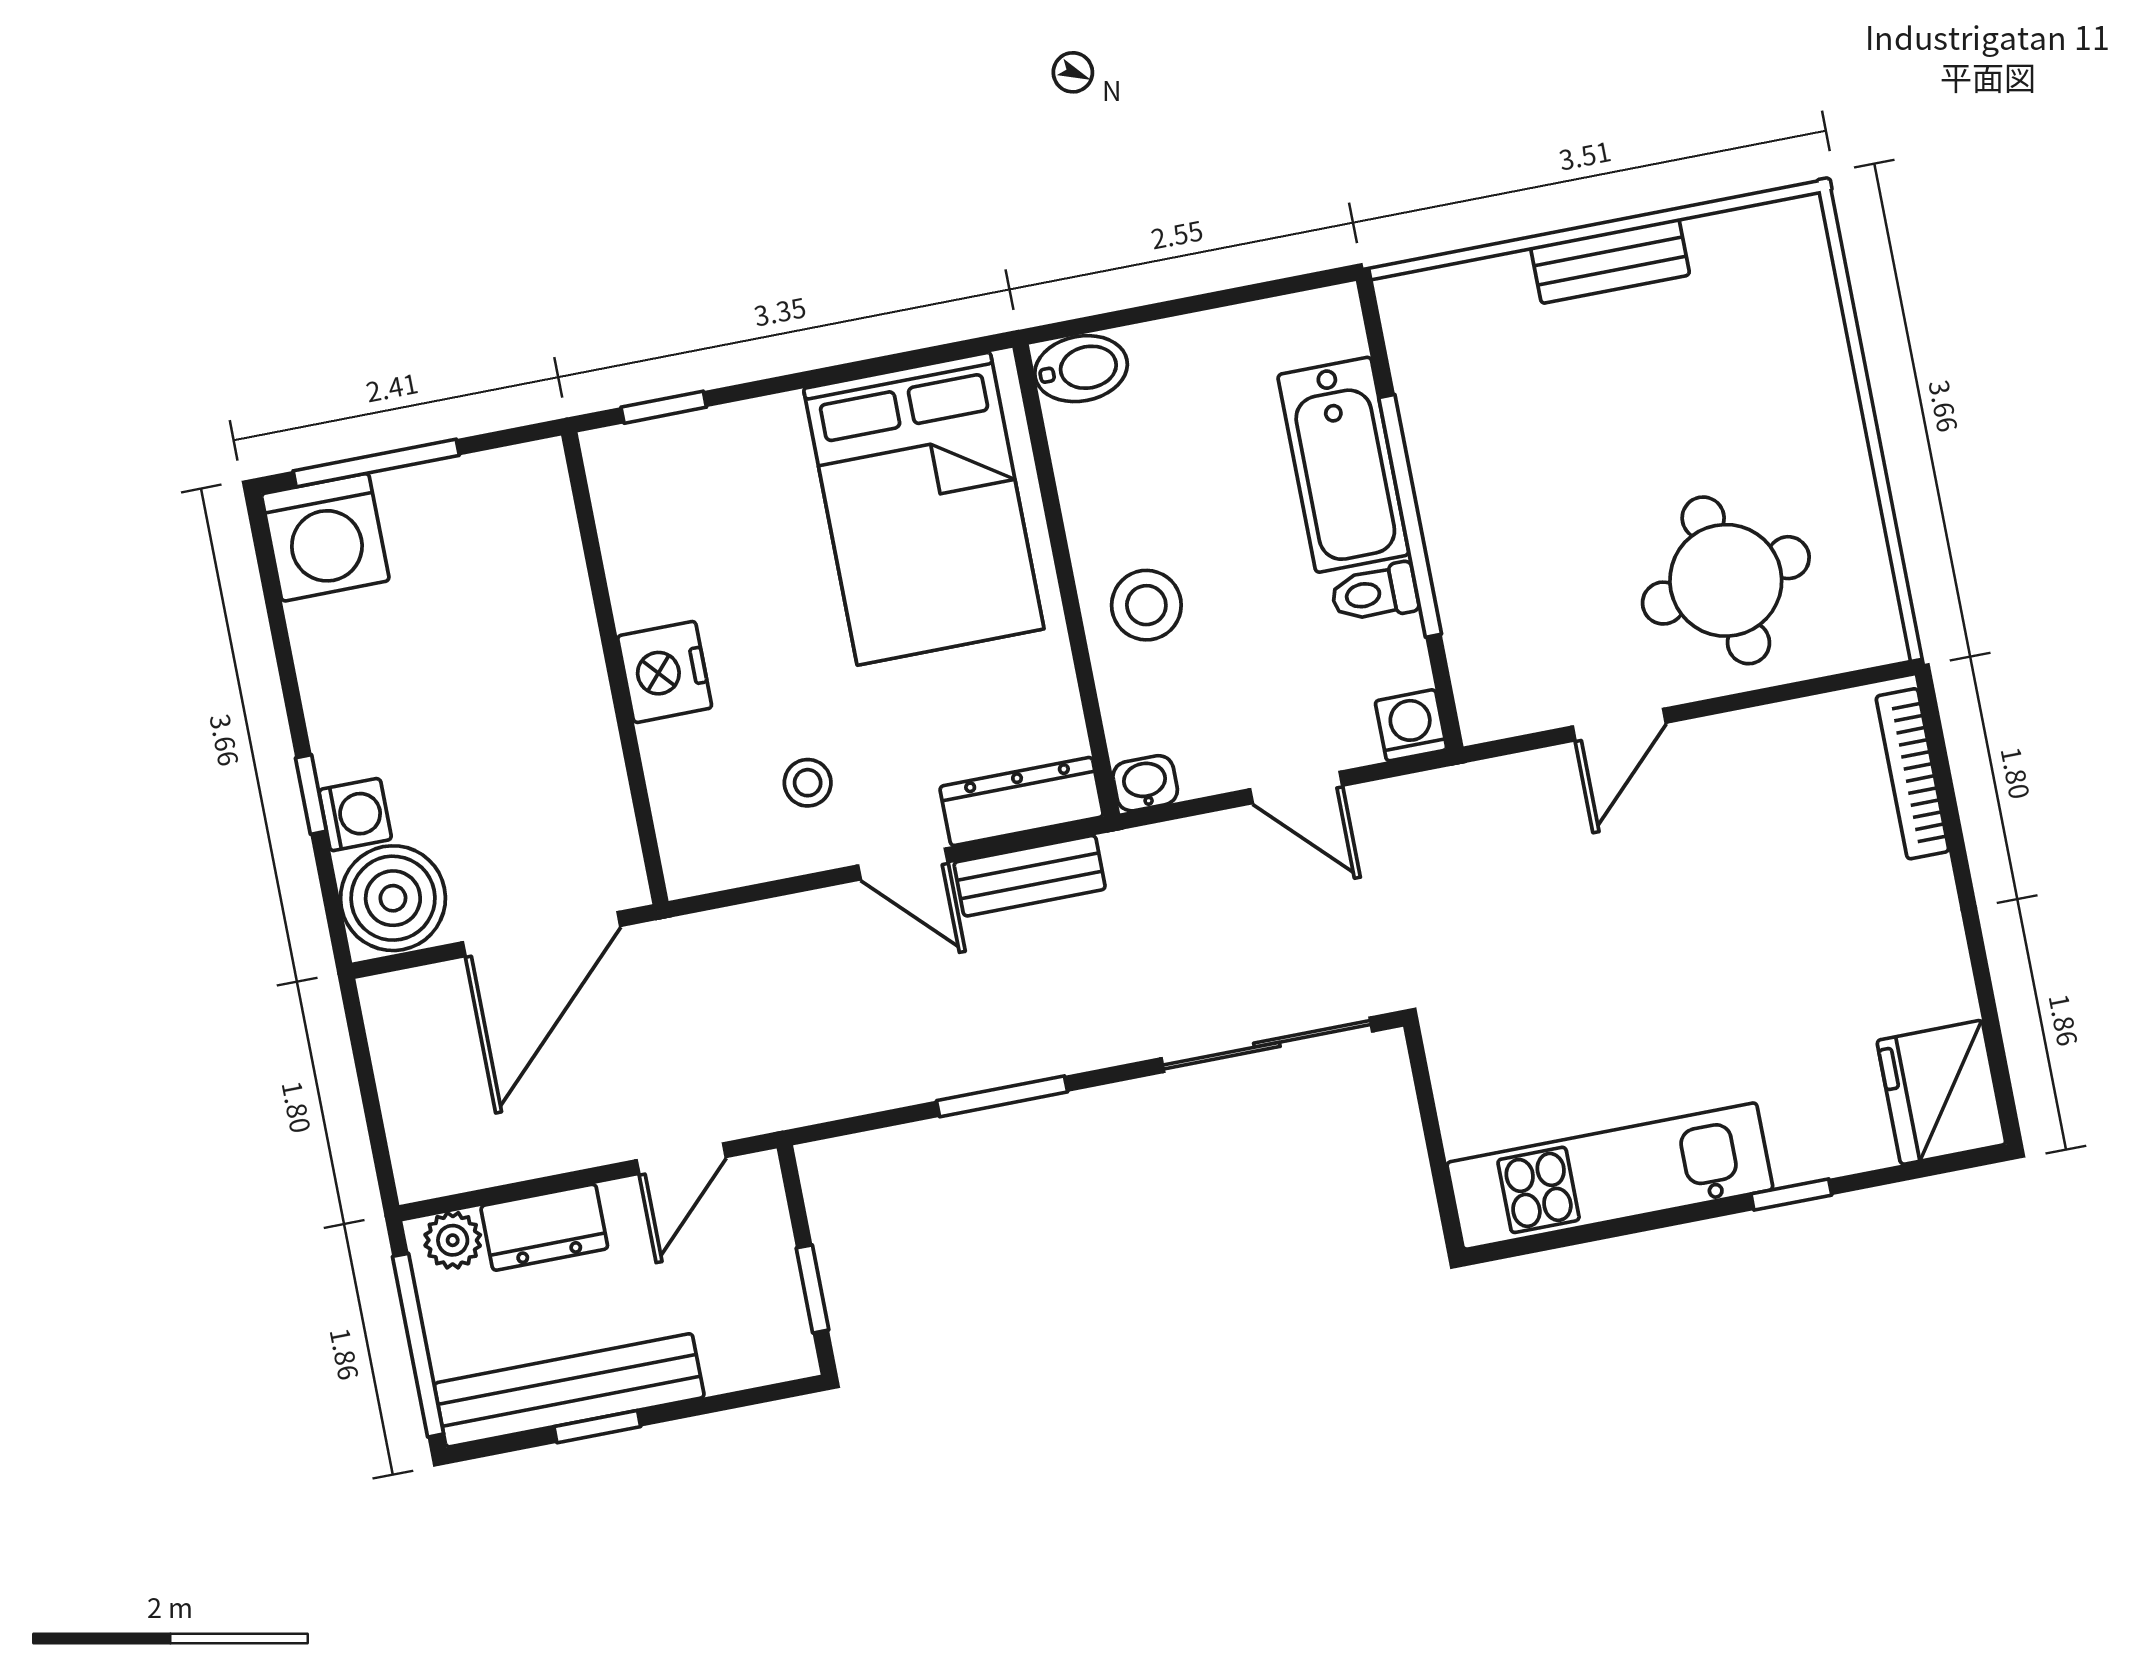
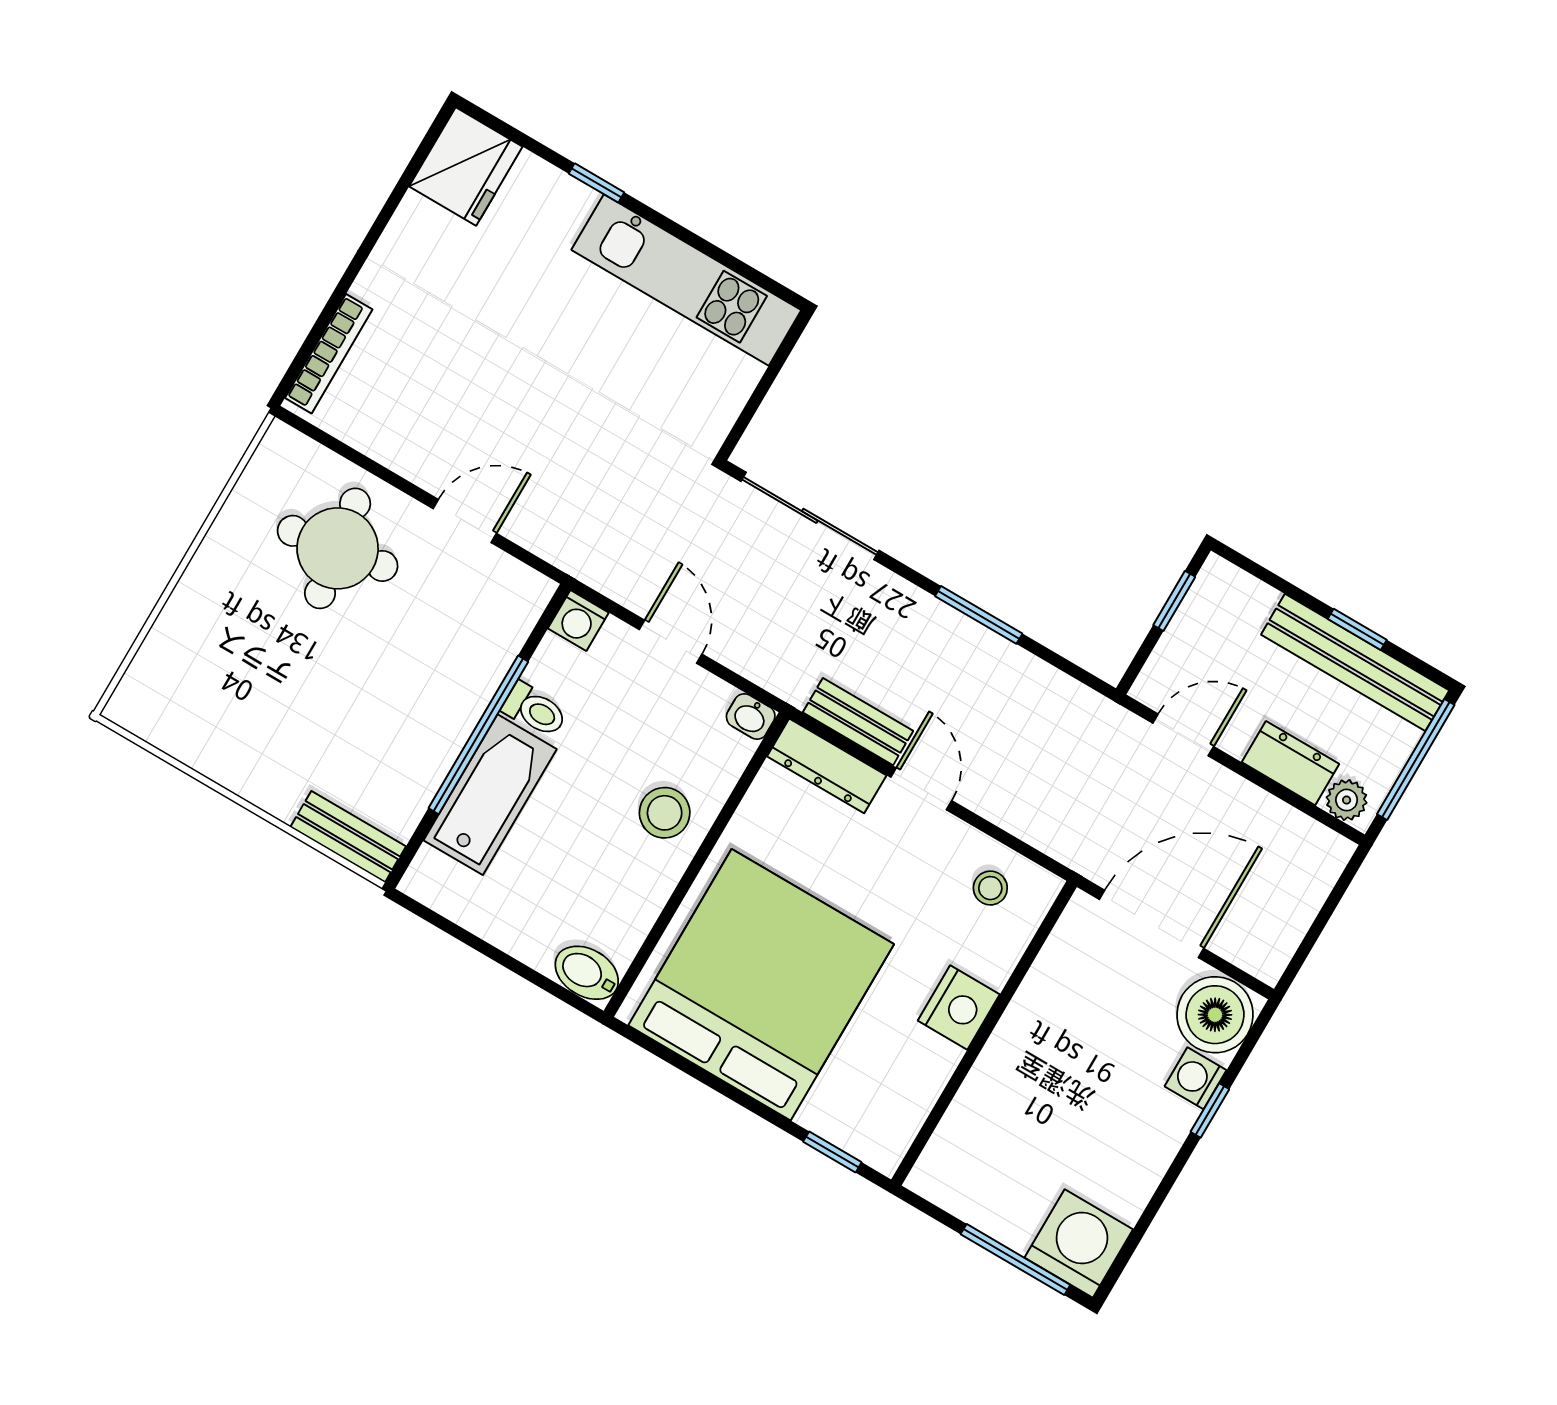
bench: (1610, 261) -> (348, 837), moved
bed: (924, 509) -> (761, 985), width x1.36
stool: (808, 783) -> (990, 888), moved

